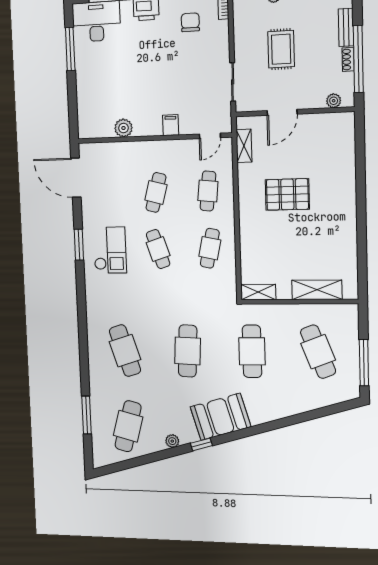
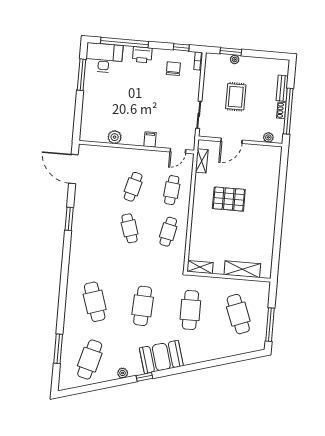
checkout: (110, 250) -> (93, 225), removed

